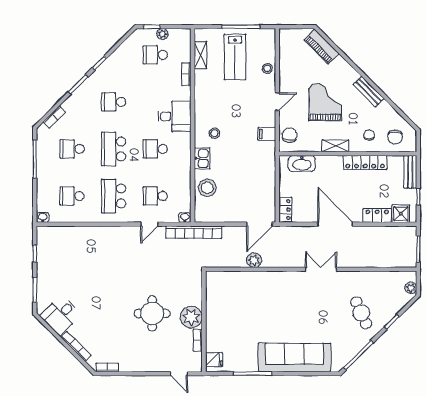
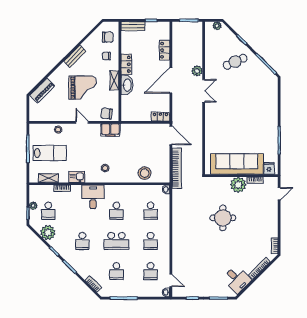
plant: (125, 54) -> (48, 233), added
grand piano: (325, 102) -> (83, 88), turned 180
filing cabinet: (267, 134) -> (110, 130), width x2.00
kitchen sink: (202, 158) -> (77, 177), moved
locker: (365, 162) -> (126, 64), width x0.66
washbasin: (302, 164) -> (127, 85), moved
school desk: (114, 196) -> (151, 241), width x0.54
shower: (401, 214) -> (163, 33), removed
door: (149, 224) -> (171, 280), moved
bookcase: (194, 232) -> (177, 168), moved
plant: (254, 260) -> (197, 71), moved
double door: (321, 269) -> (204, 91), swing flipped
round table: (152, 313) -> (223, 218), moved
sofa: (294, 358) -> (237, 164), moved, turned 90

